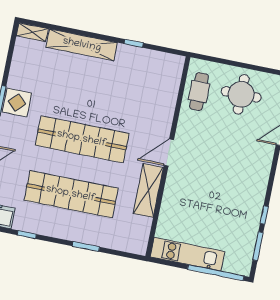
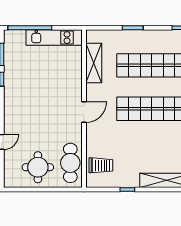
trolley: (161, 81) -> (101, 165), added
cafe table: (199, 92) -> (70, 163), width x1.37, depth x1.35
shelving: (148, 190) -> (94, 63), moved

